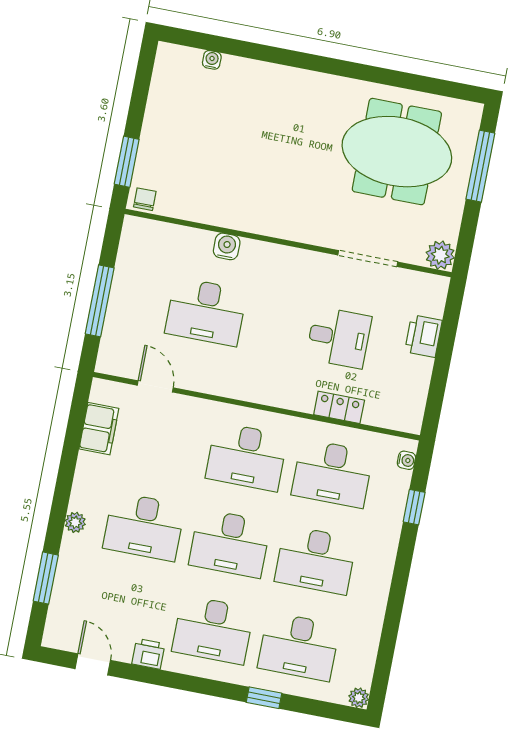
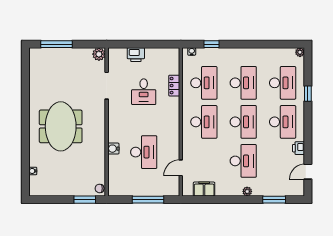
meeting table: (397, 152) -> (61, 126), moved
desk: (339, 338) -> (144, 92), turned 180

